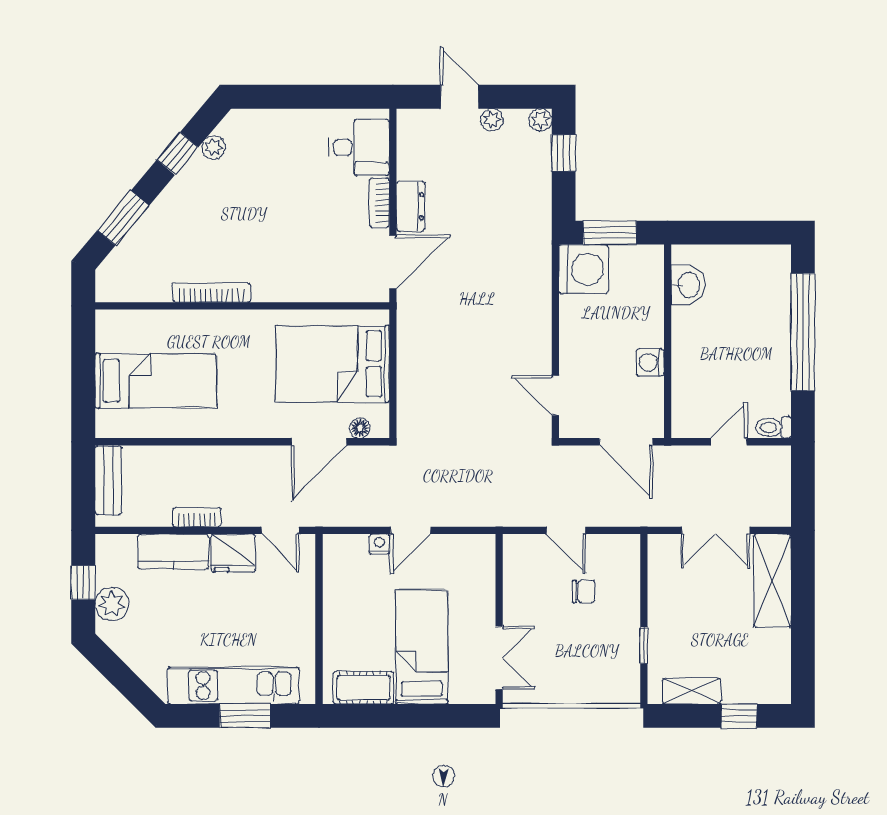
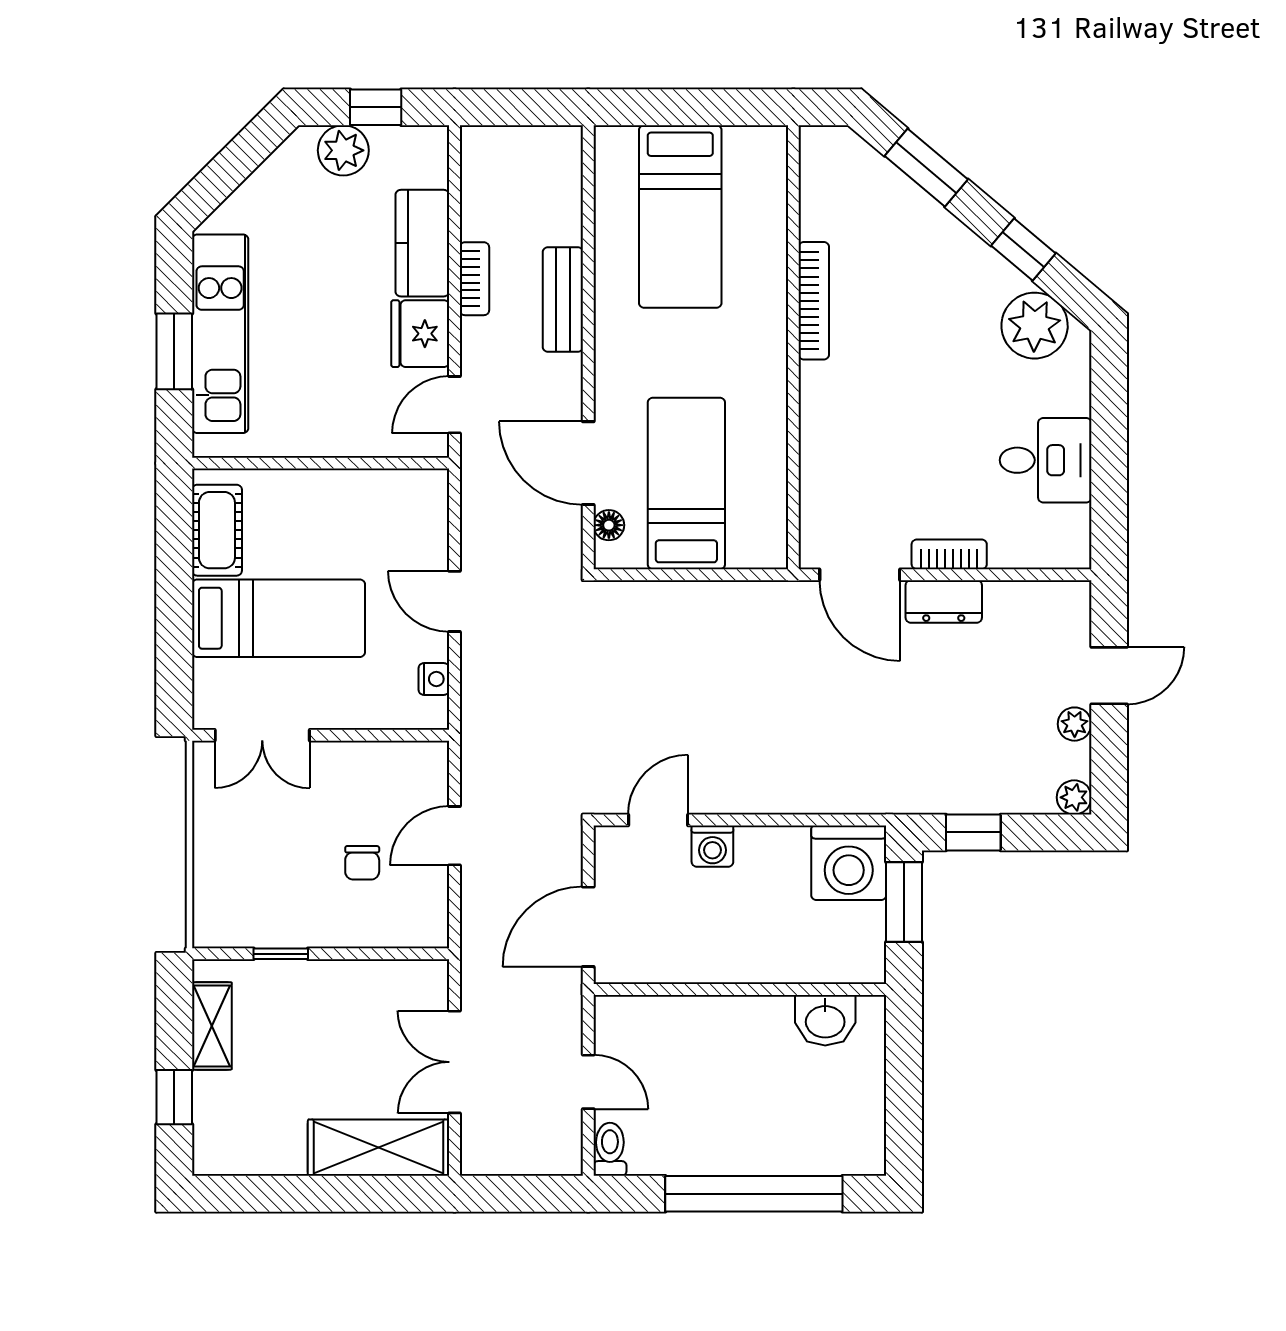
plant: (213, 147) -> (1035, 326), width x1.87, depth x1.87
desk: (359, 147) -> (1046, 460), moved, turned -90
window: (564, 153) -> (973, 832), moved
washing machine: (650, 363) -> (712, 846), moved, turned 180
bed: (332, 364) -> (686, 483), width x0.67
bench: (108, 480) -> (563, 300), moved, turned 90
nightstand: (379, 544) -> (434, 679), moved

